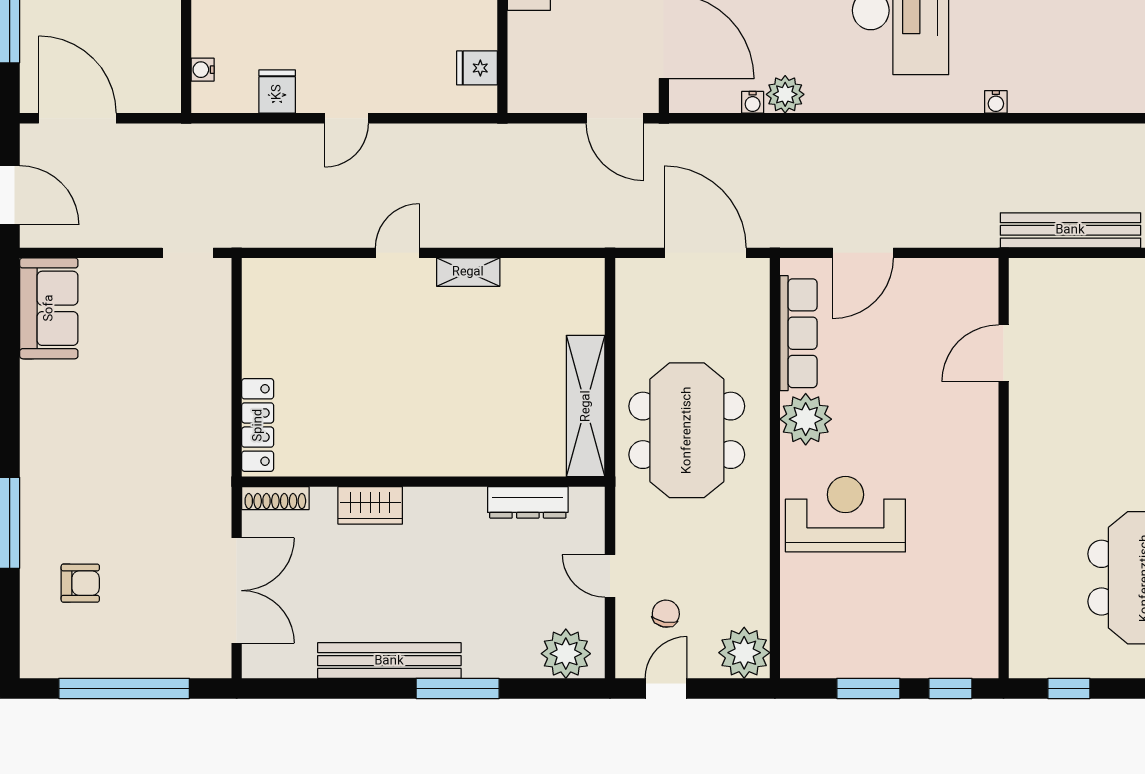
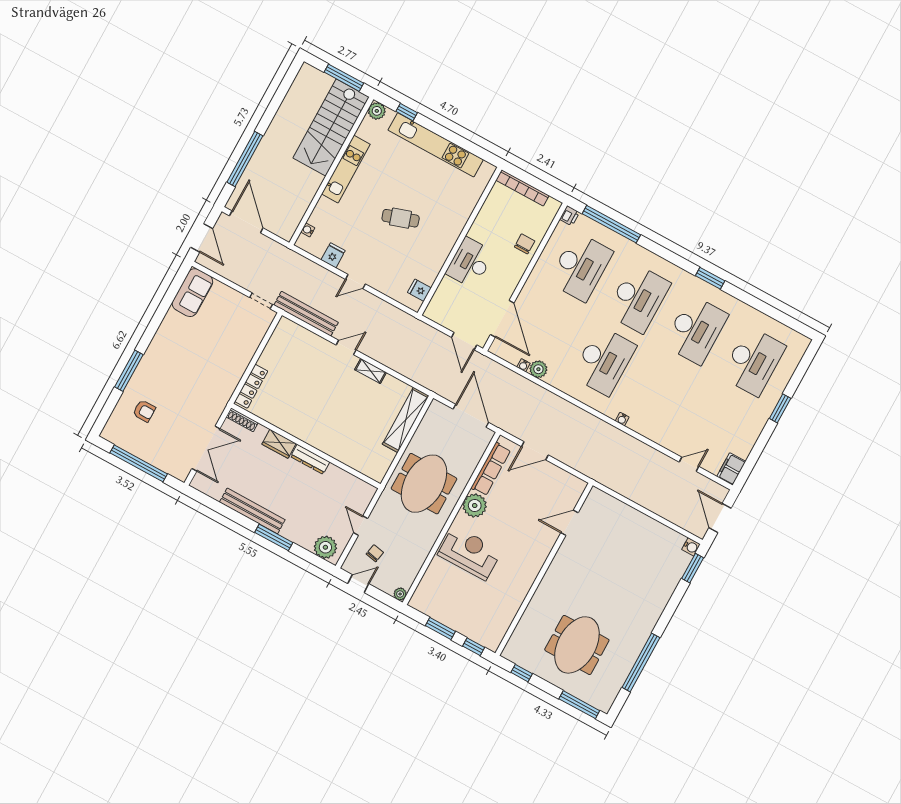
bench: (1070, 230) -> (306, 314), moved
shelving: (586, 406) -> (406, 420), moved
dresser: (528, 502) -> (310, 459), moved
plant: (744, 653) -> (400, 594), width x0.53, depth x0.53

